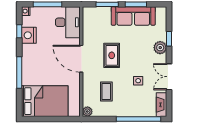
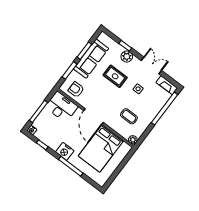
armchair: (94, 24) -> (76, 90), added
nightstand: (29, 35) -> (65, 151), moved
rug: (112, 55) -> (115, 76), moved
door: (81, 59) -> (93, 117), hinge flipped
double door: (169, 77) -> (151, 66), swing flipped
bed: (45, 101) -> (101, 148), moved, turned 180

